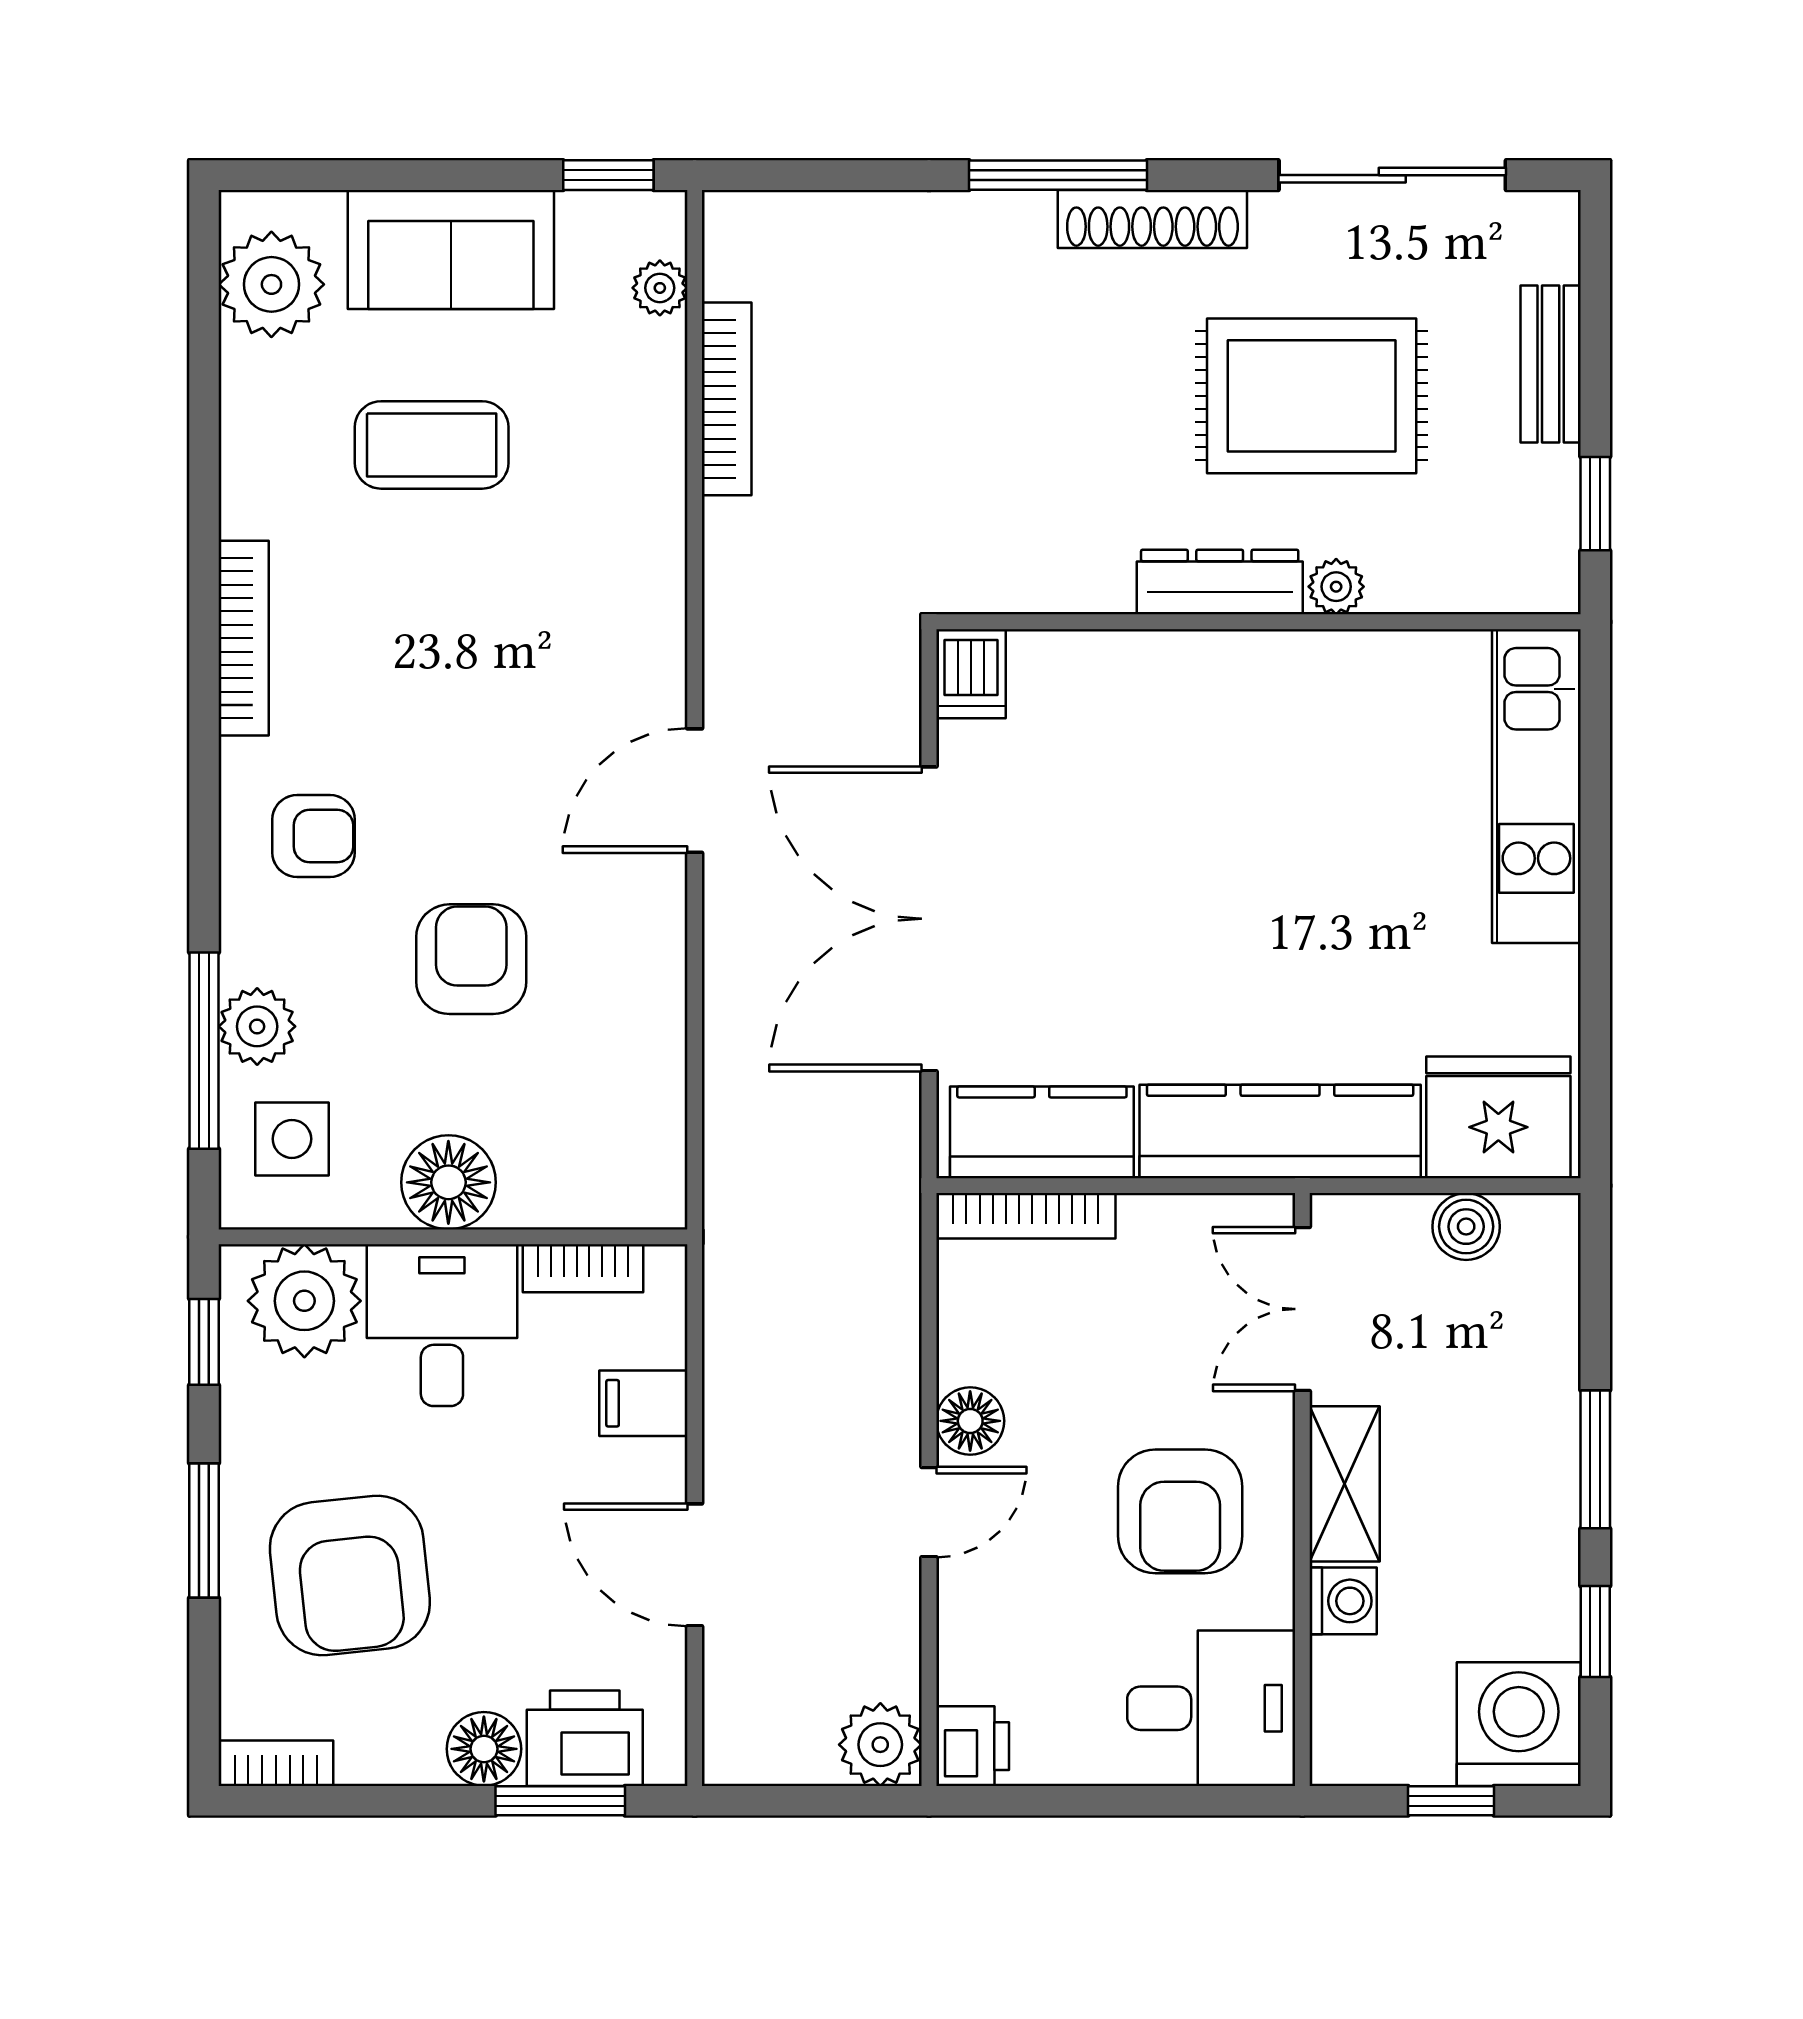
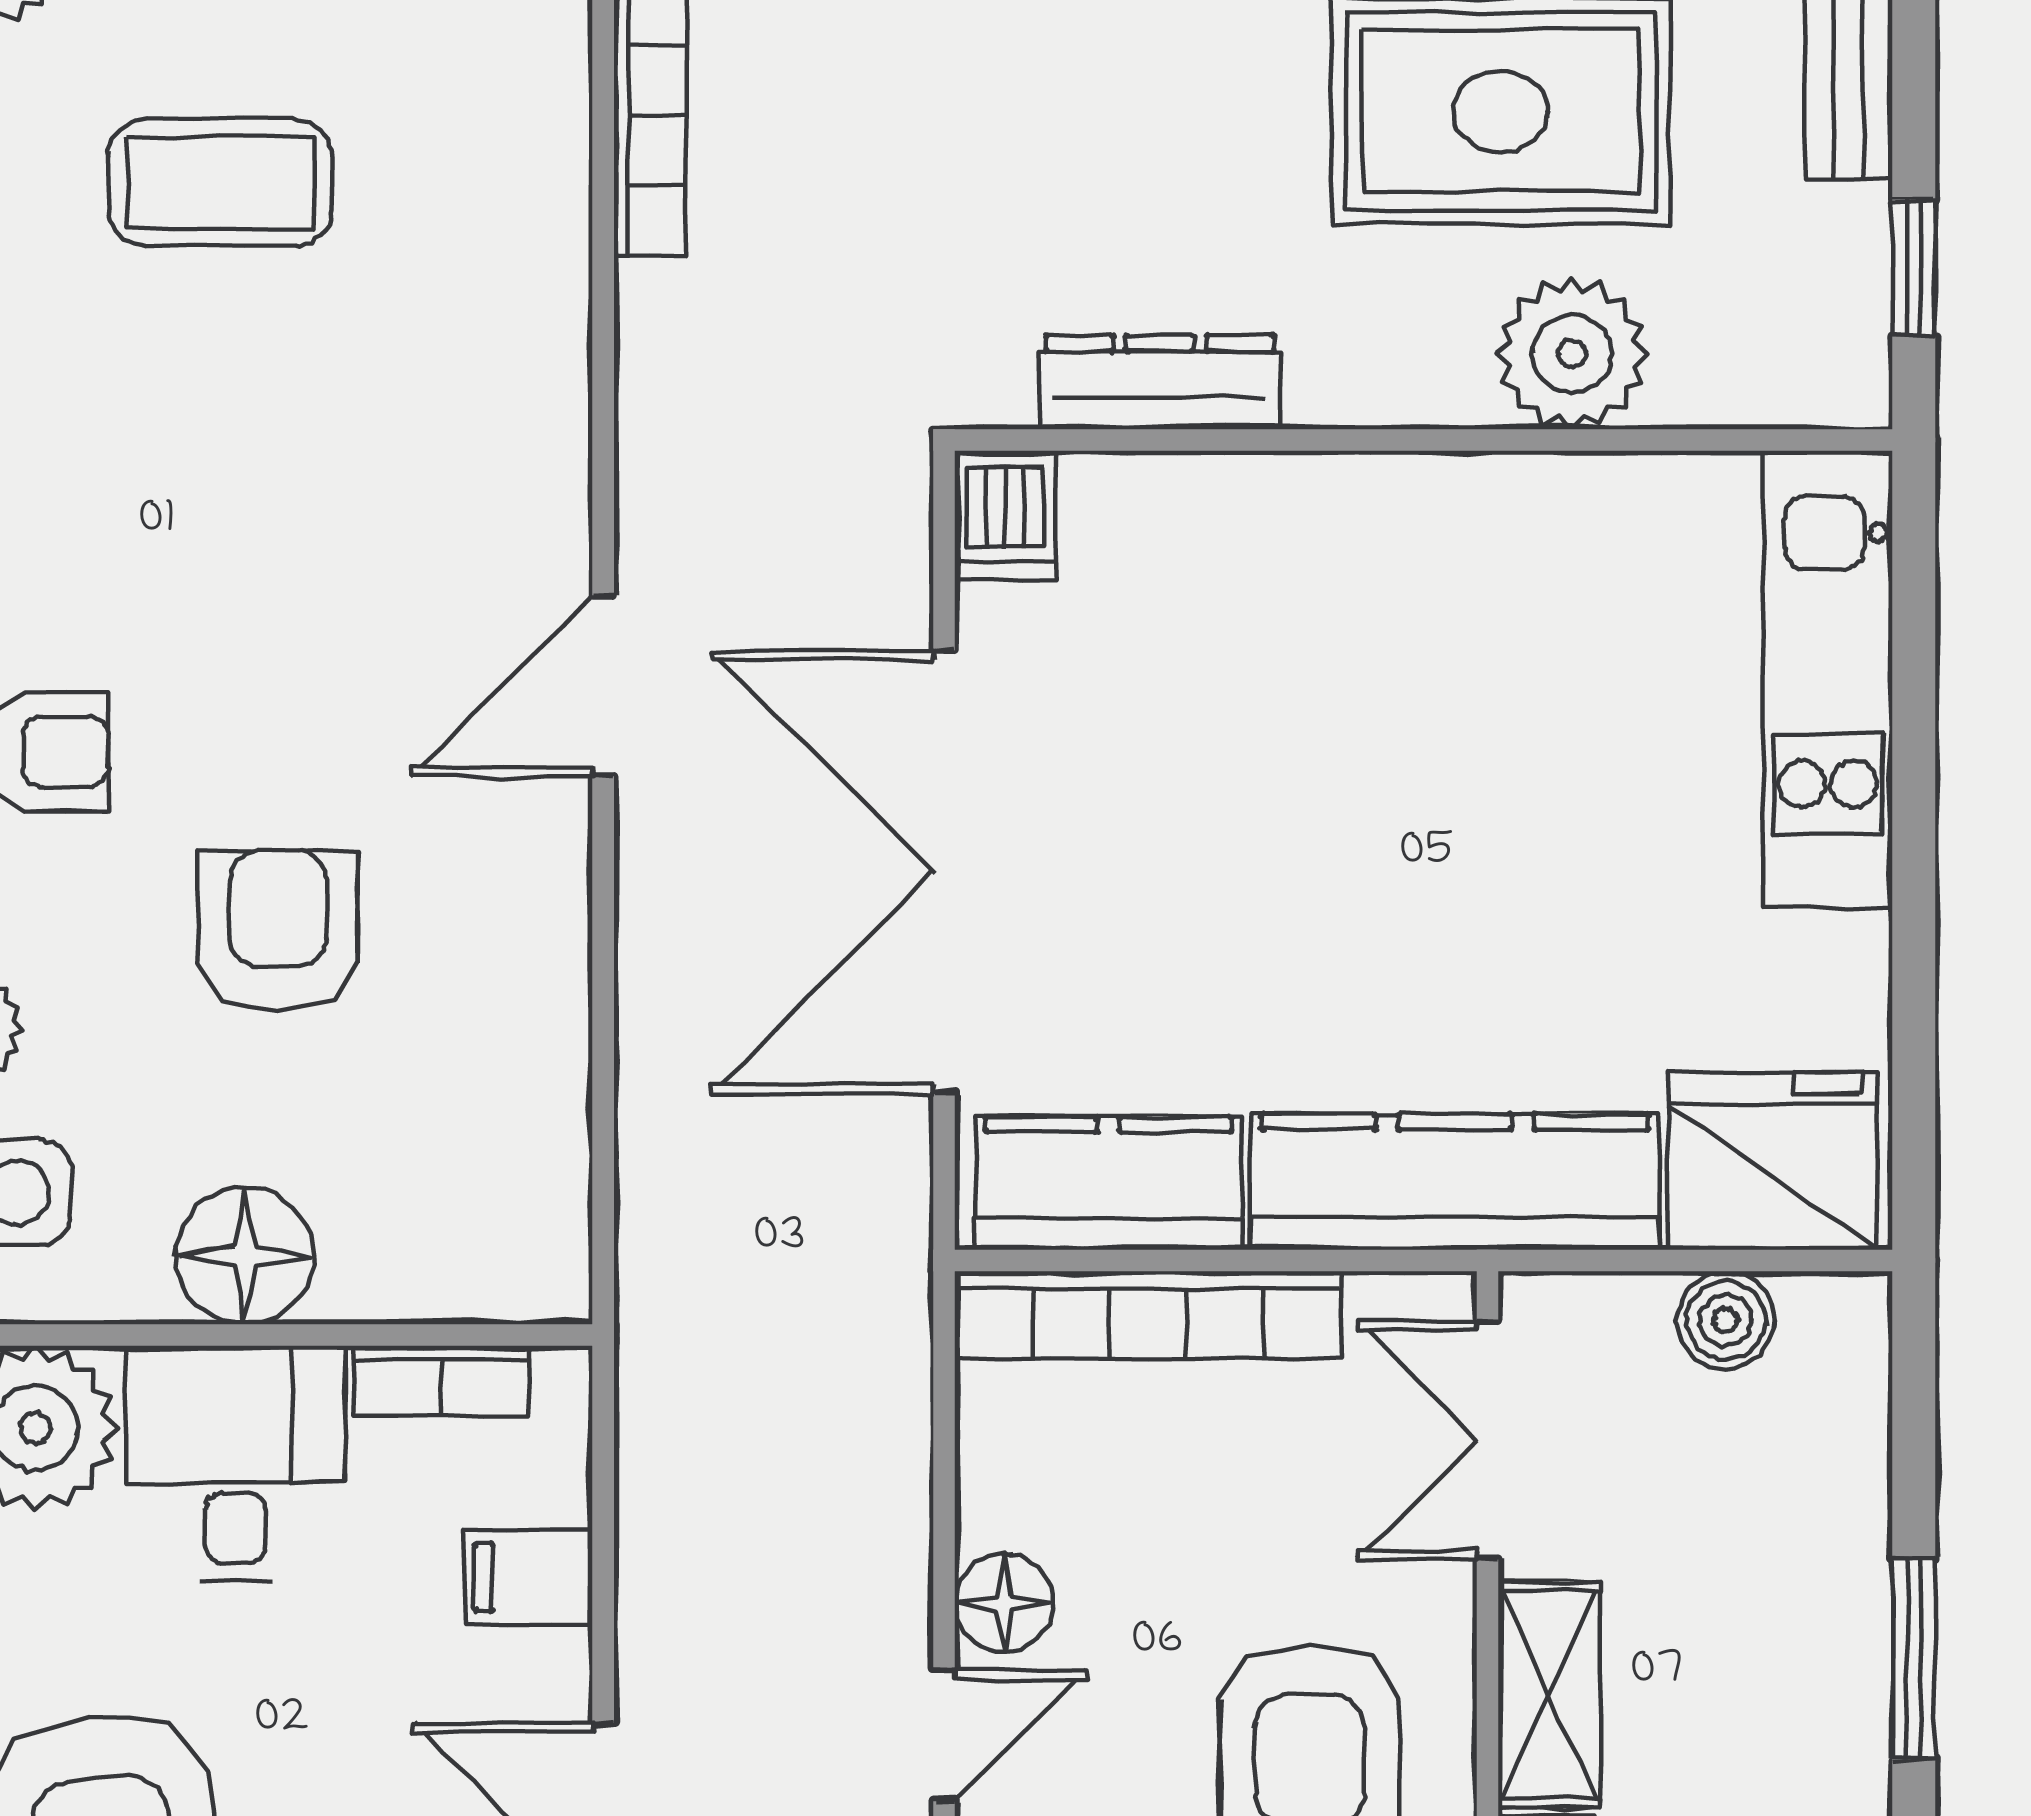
dresser: (1220, 582) -> (1160, 382), moved
plant: (1336, 587) -> (1572, 354), width x1.87, depth x1.87
bookcase: (1026, 1216) -> (1147, 1315), width x1.48, depth x1.31

